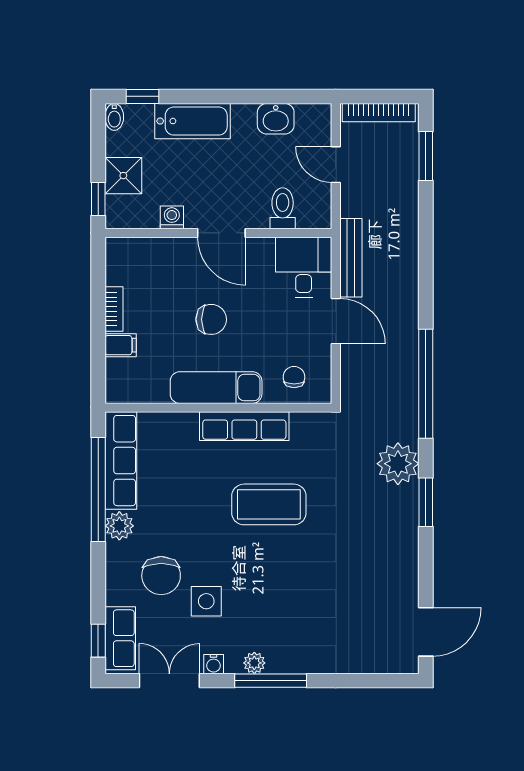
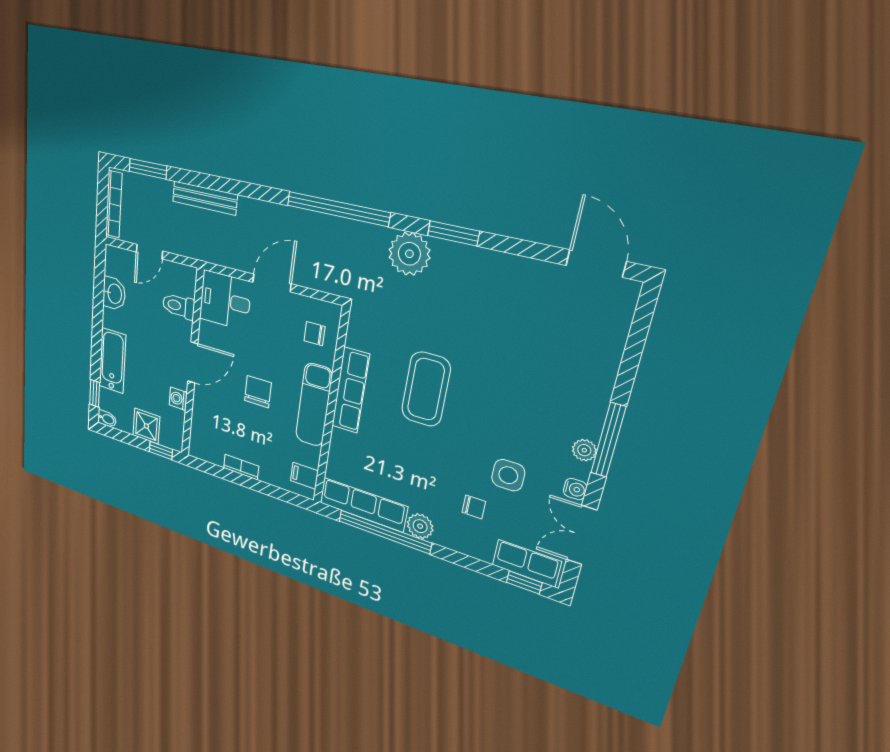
bench: (351, 258) -> (205, 198), moved
filing cabinet: (121, 345) -> (304, 476), moved, turned -90
chair: (161, 576) -> (474, 507), width x0.54, depth x0.54

